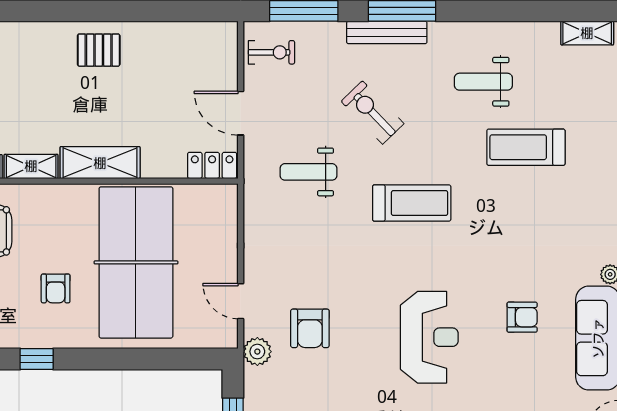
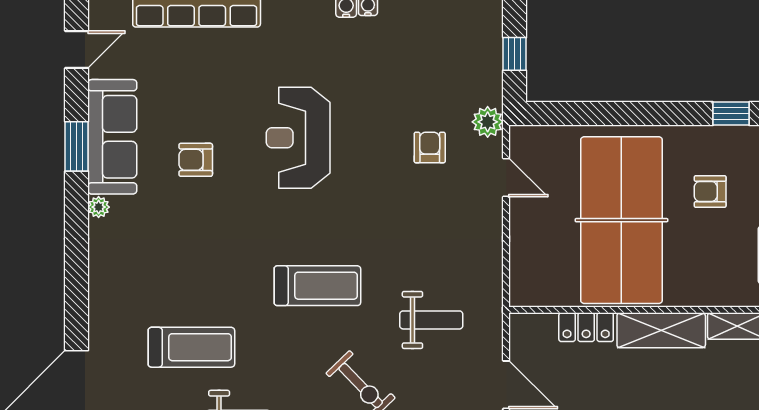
locker: (212, 165) -> (586, 327), moved
treadmill: (412, 203) -> (317, 286), turned 180
armchair: (56, 288) -> (710, 191), turned -90
armchair: (310, 328) -> (430, 147), width x0.72, depth x0.72

